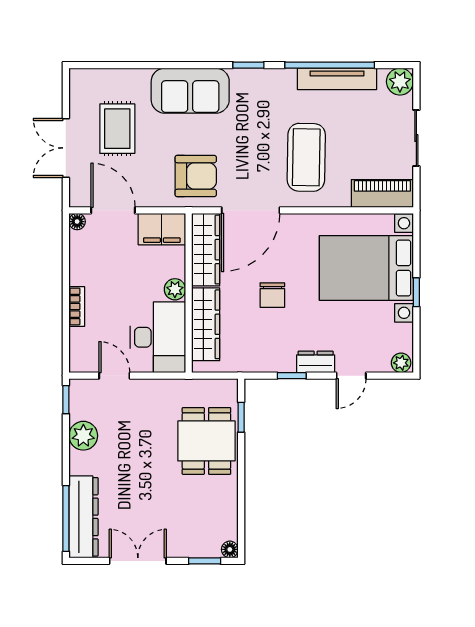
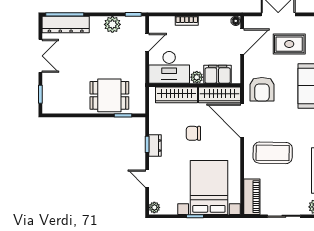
filing cabinet: (162, 229) -> (218, 74), moved, turned 90
dresser: (316, 362) -> (155, 146), moved
floor lamp: (230, 549) -> (47, 109), removed

